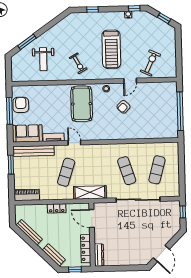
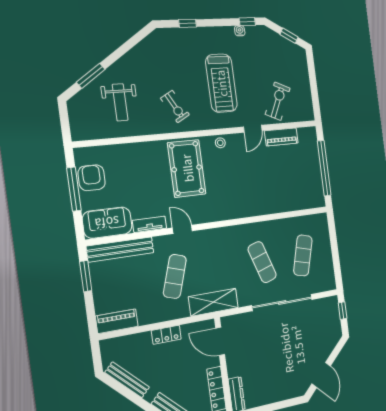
piano: (150, 87) -> (281, 137), added
armchair: (123, 107) -> (248, 168), removed

